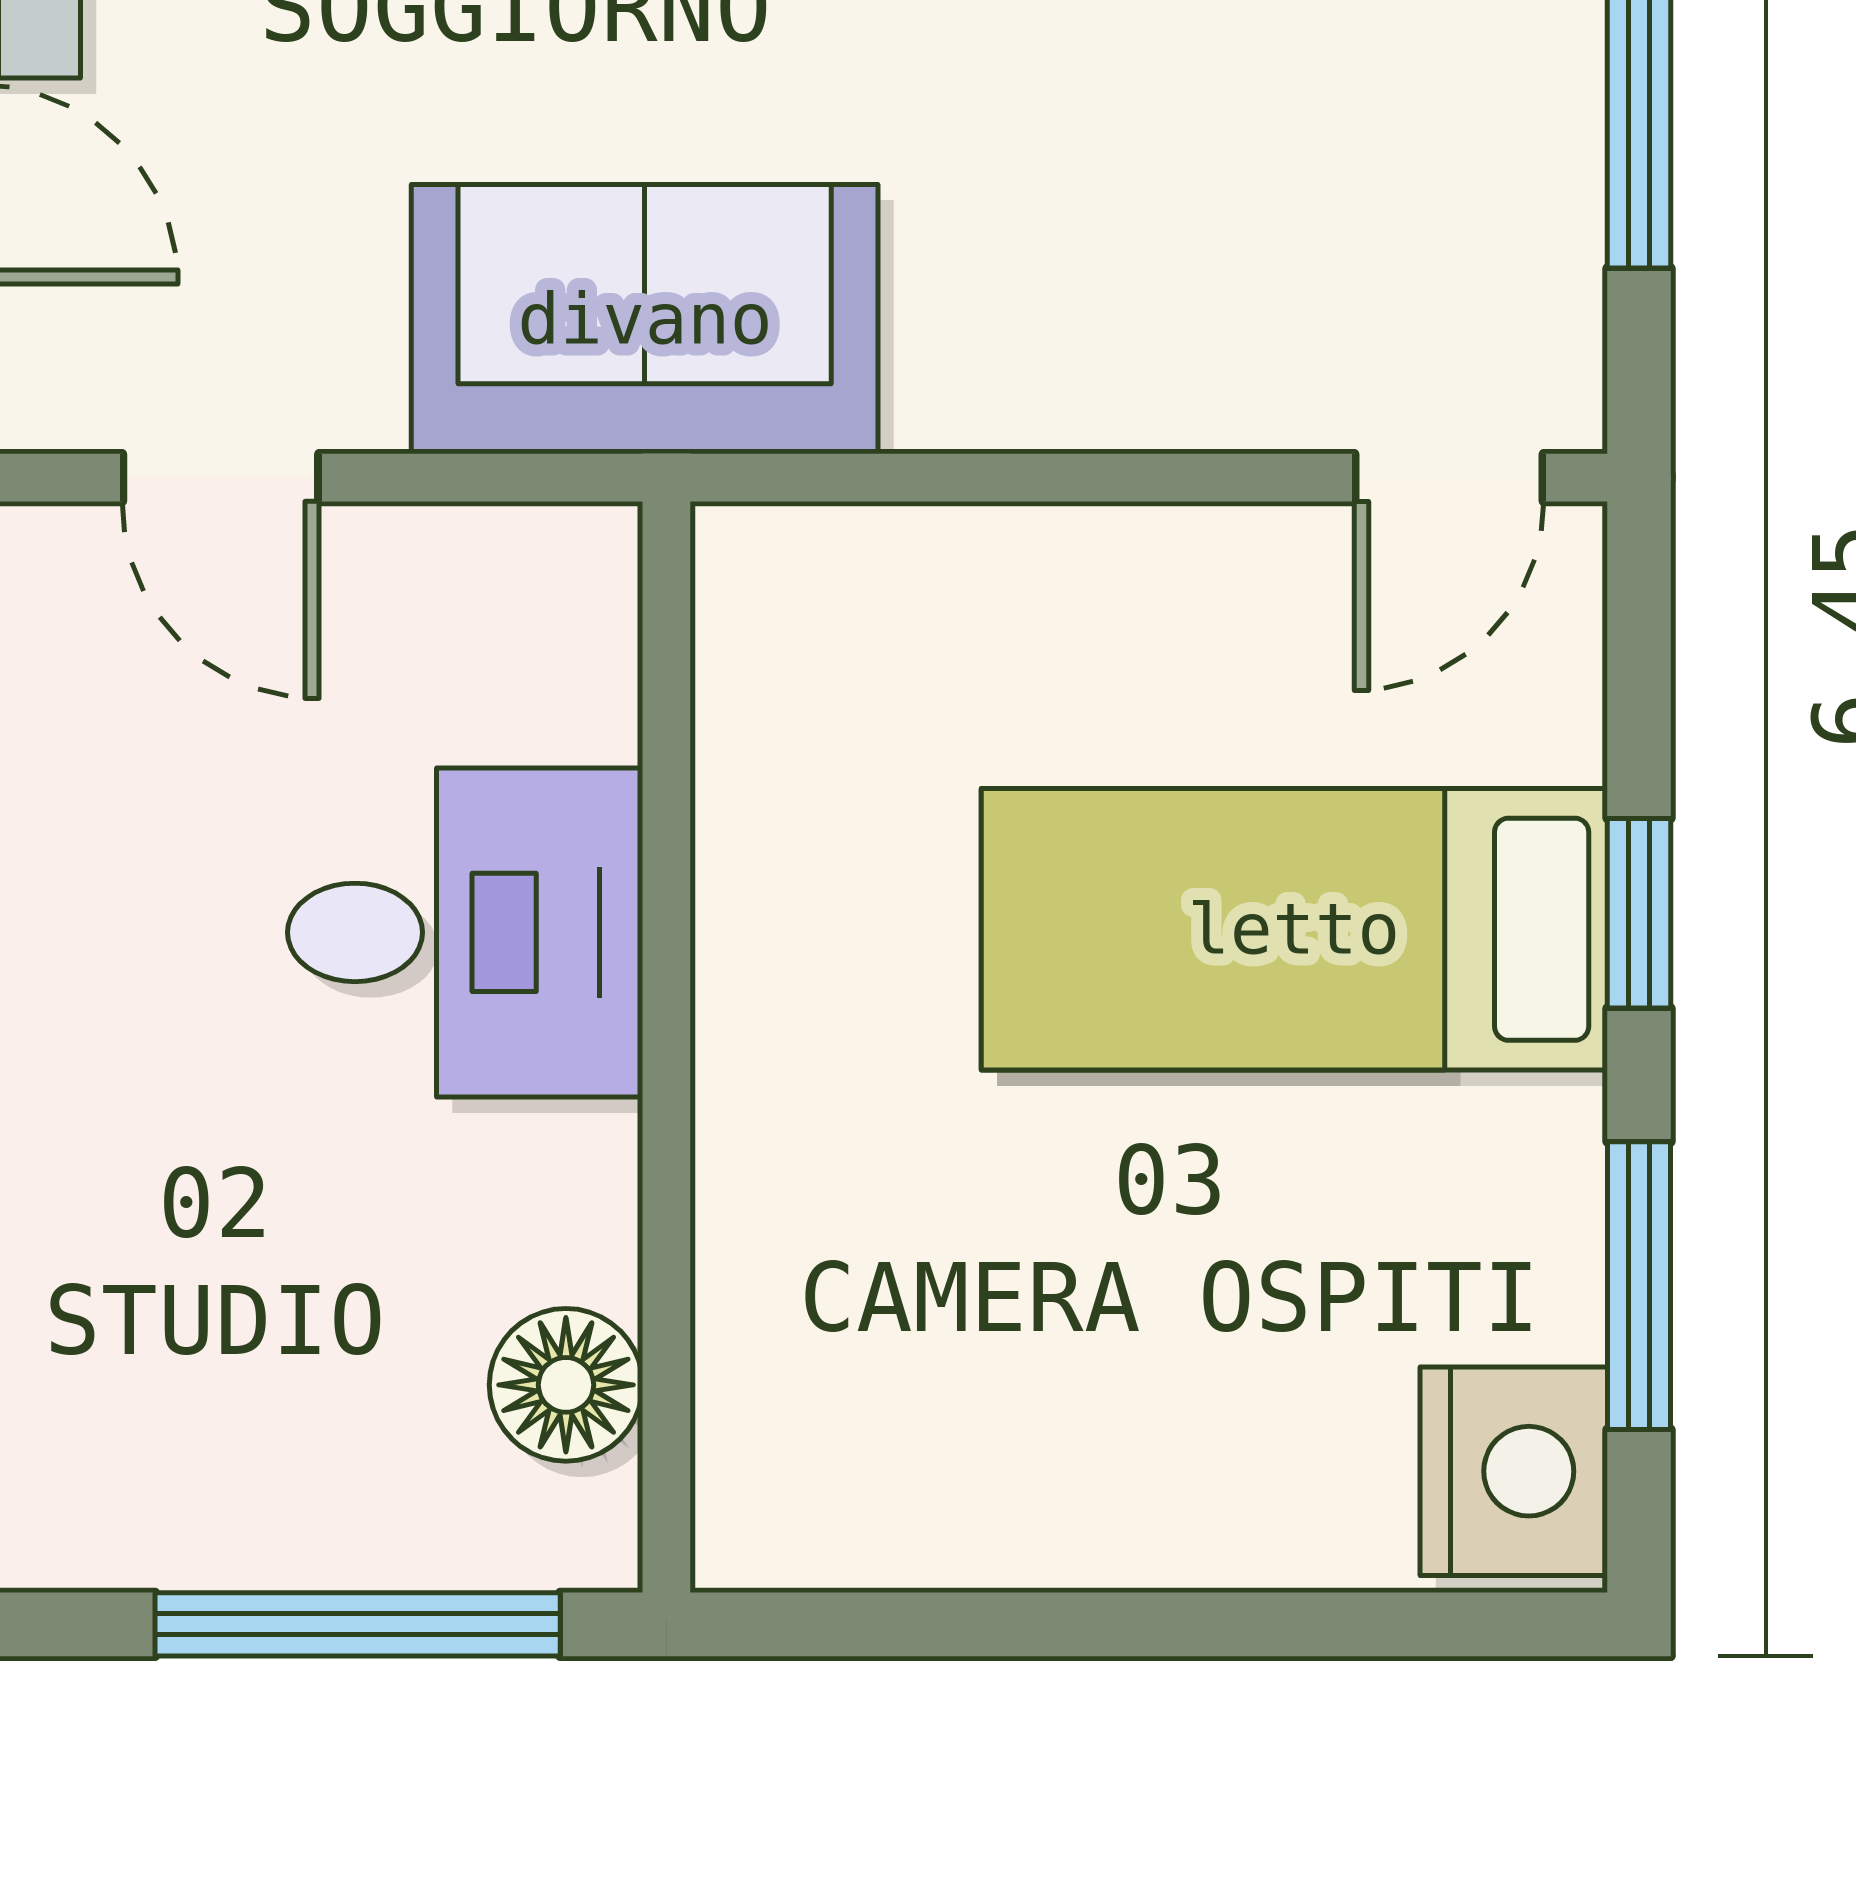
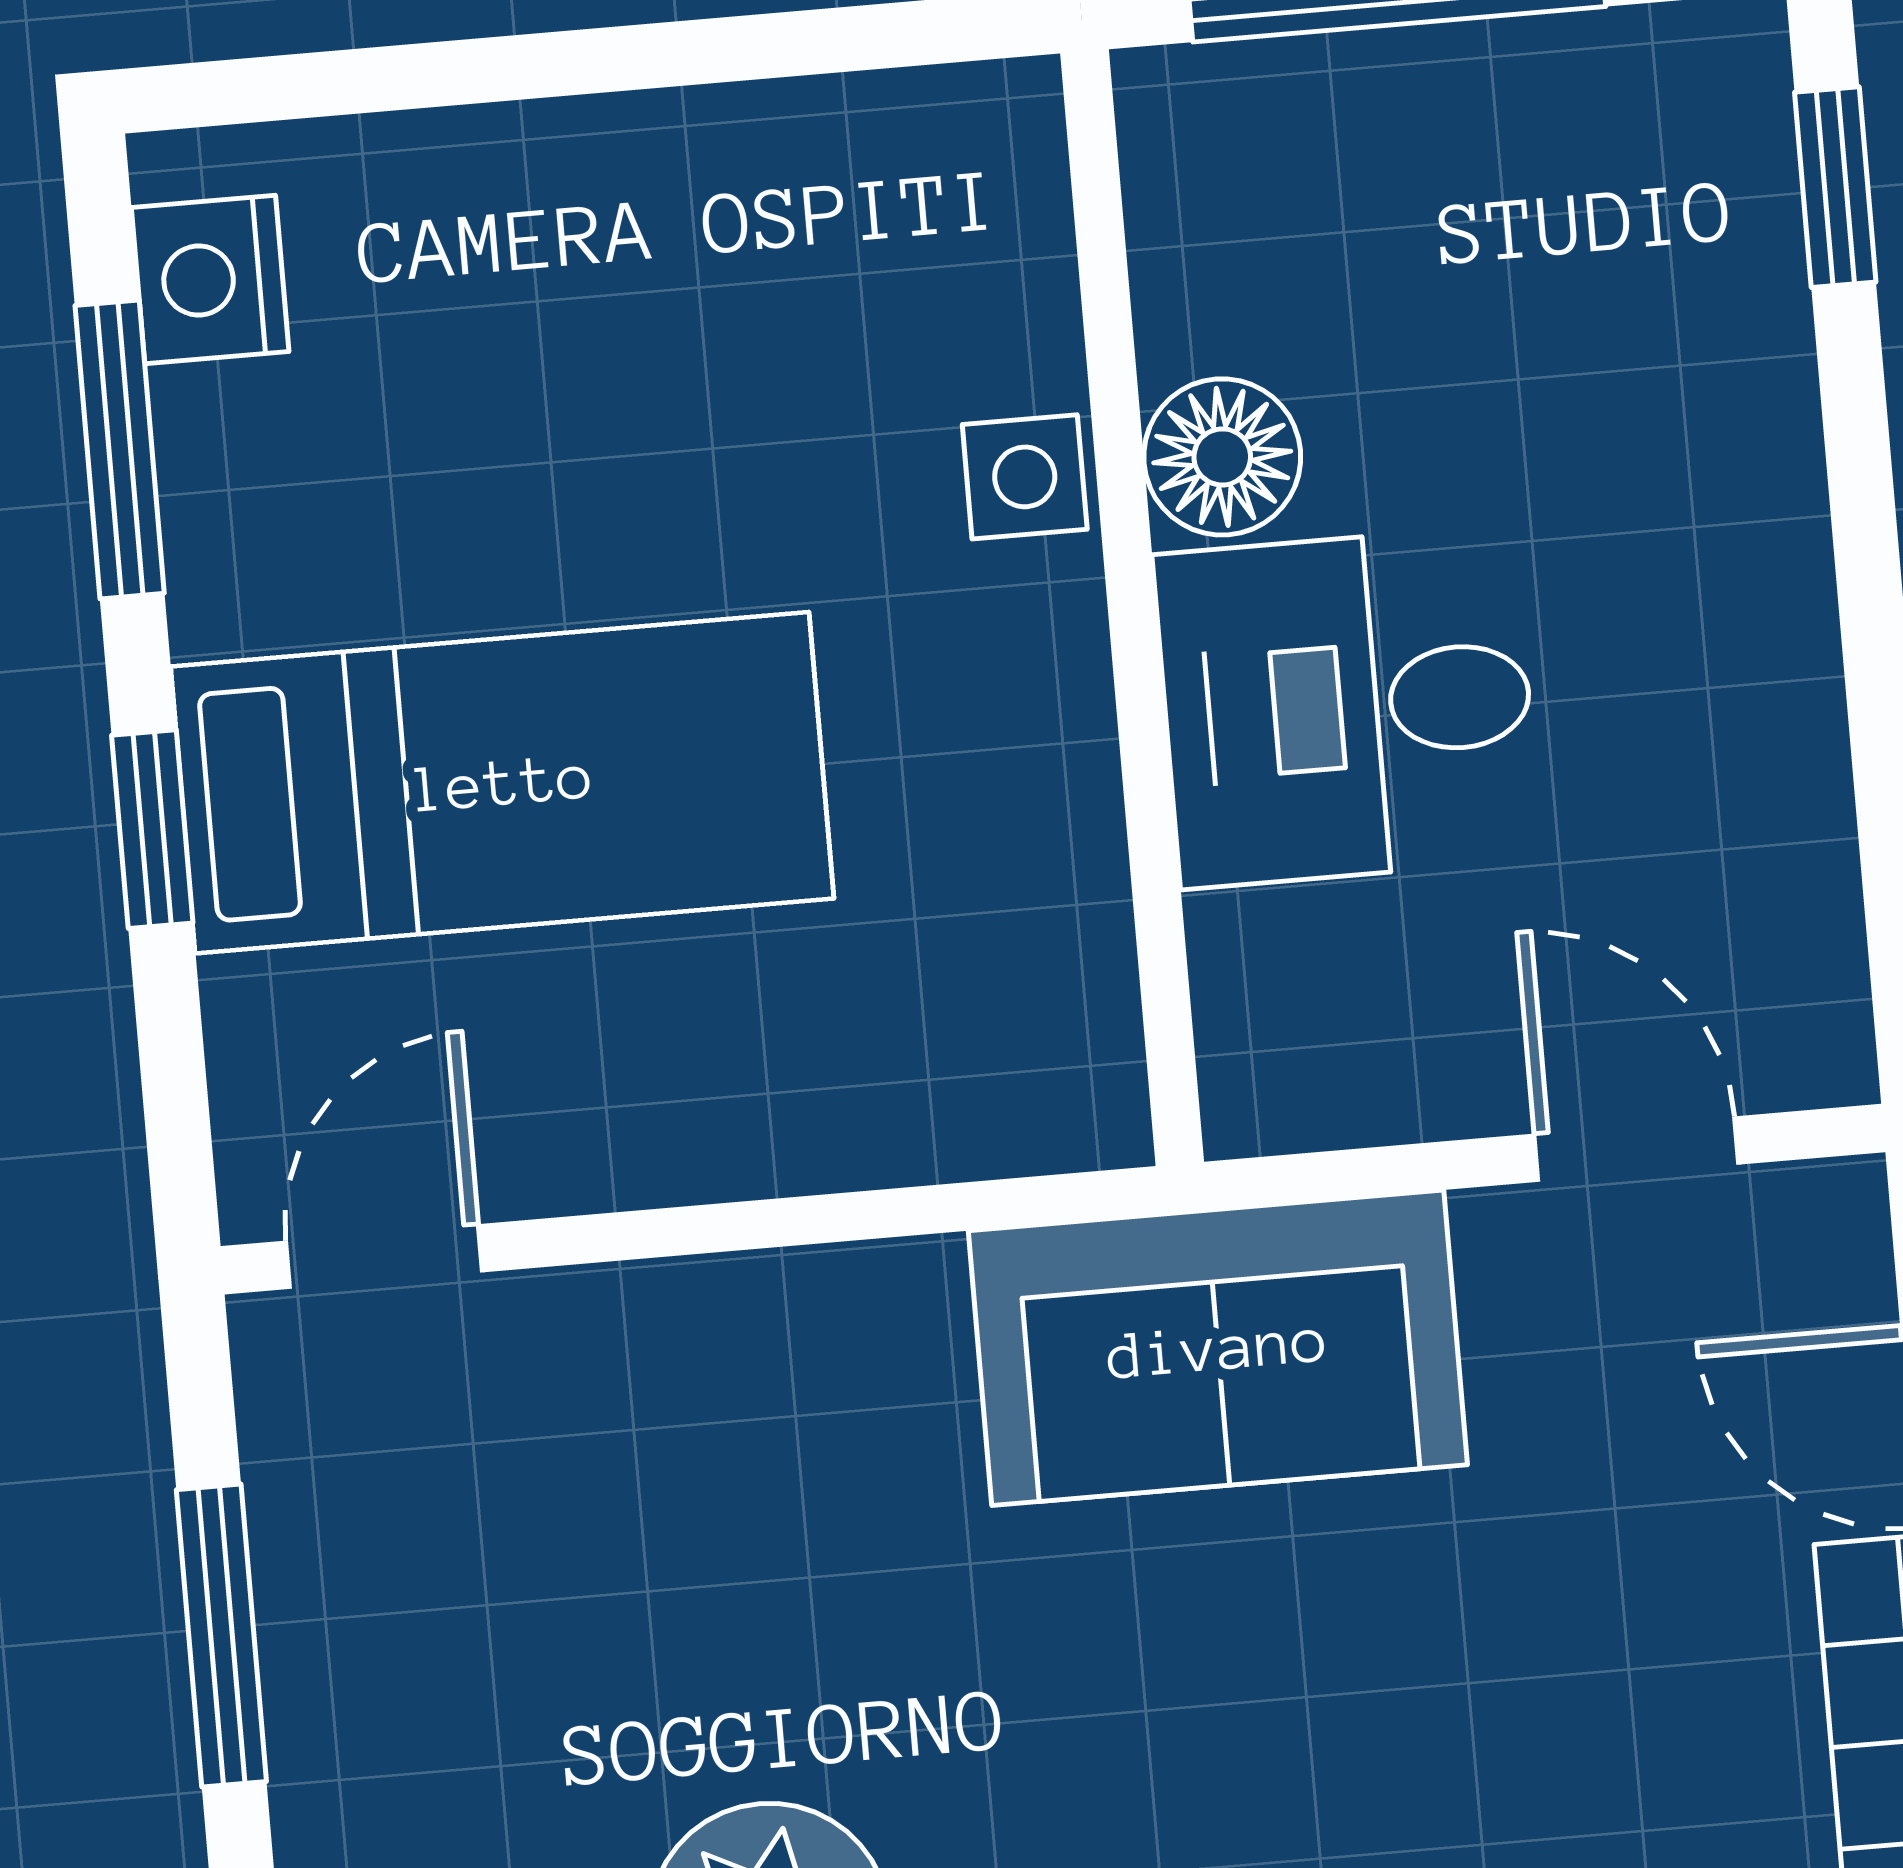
side table: (760, 1183) -> (1025, 477), added
floor lamp: (566, 1385) -> (1222, 457), moved
nightstand: (1514, 1471) -> (210, 280), width x0.74, depth x0.75

